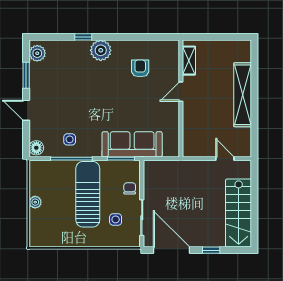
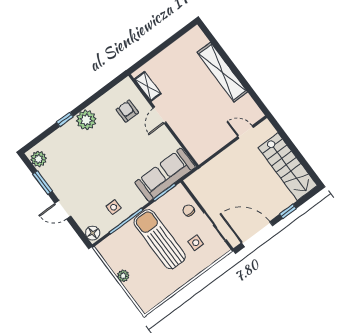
shelving: (189, 61) -> (148, 86), moved
door: (181, 92) -> (160, 115), moved
wall: (181, 98) -> (163, 120), moved

